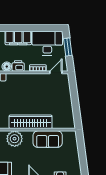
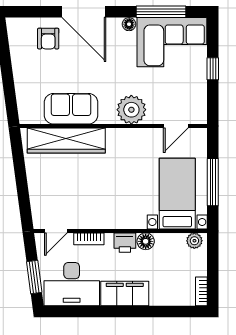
wardrobe: (31, 122) -> (66, 141), moved

